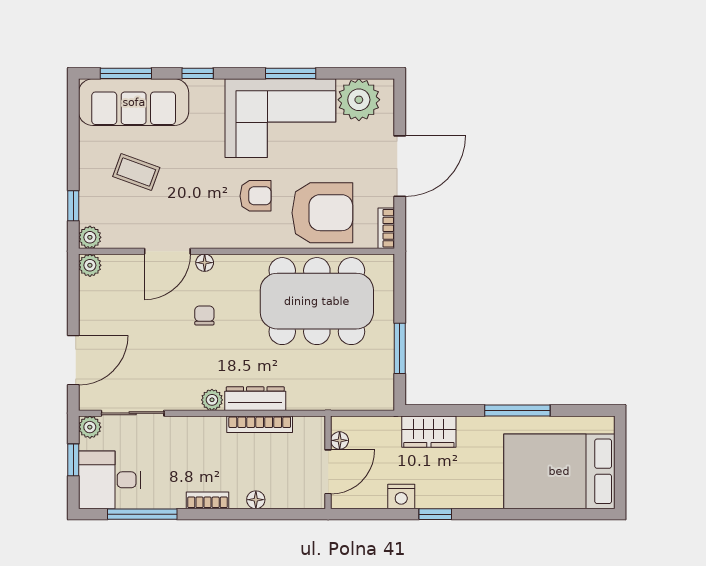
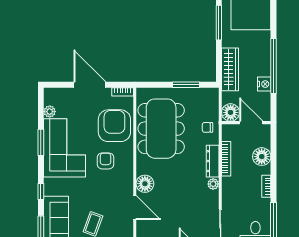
plant: (359, 100) -> (50, 112), width x0.53, depth x0.53
floor lamp: (205, 263) -> (145, 184), width x1.89, depth x1.89
chair: (204, 315) -> (207, 127), moved
wardrobe: (429, 432) -> (230, 69), width x1.50
floor lamp: (340, 440) -> (231, 112), width x1.89, depth x1.89
floor lamp: (256, 500) -> (262, 157), width x1.89, depth x1.89
window: (435, 514) -> (274, 66), width x3.17

